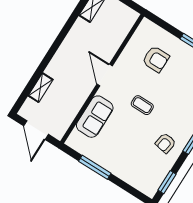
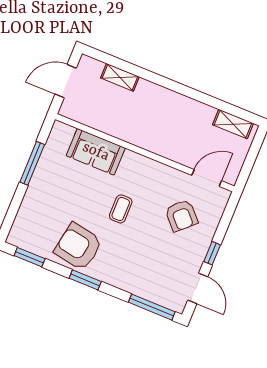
armchair: (156, 59) -> (181, 216), turned -43
door: (105, 75) -> (207, 178), moved
armchair: (166, 143) -> (78, 247), width x1.88, depth x1.88

